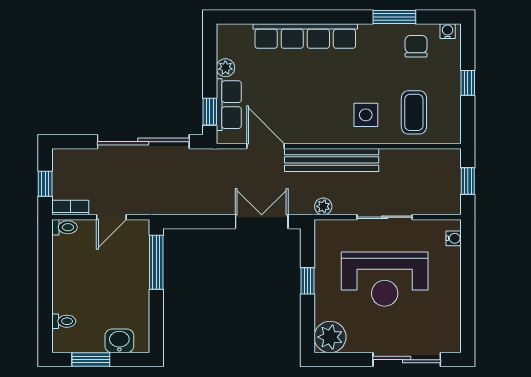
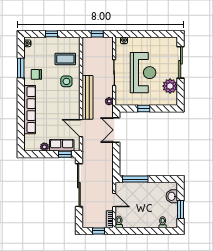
chair: (416, 46) -> (36, 74), moved
door: (266, 146) -> (81, 128), hinge flipped
plant: (330, 337) -> (170, 86), moved

